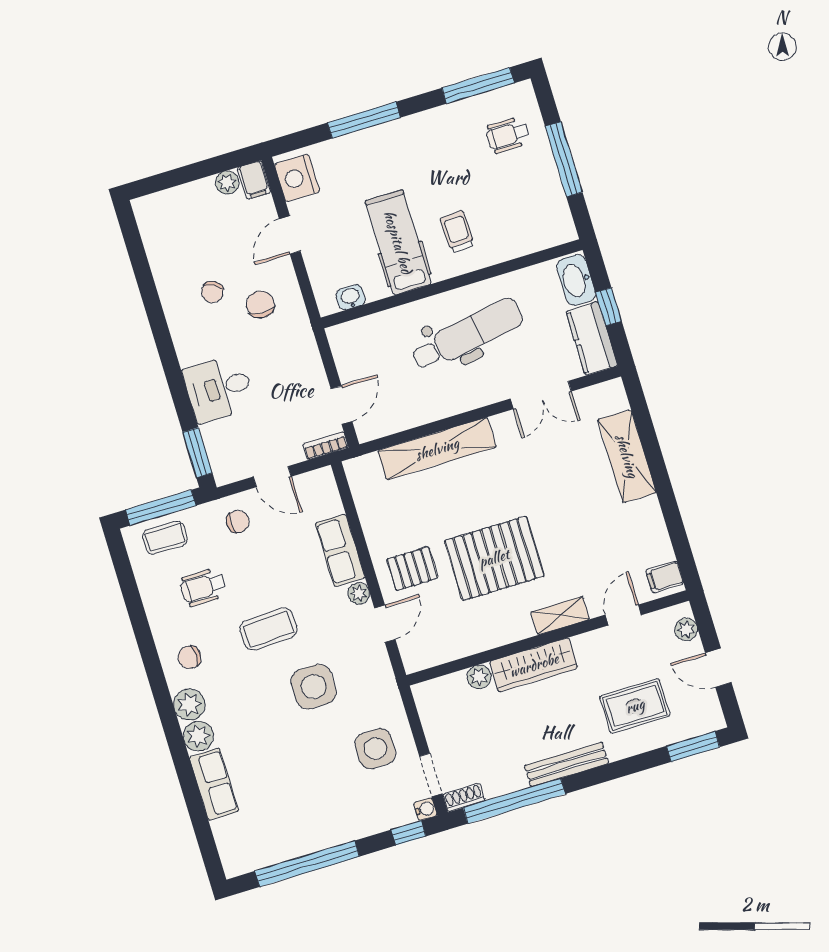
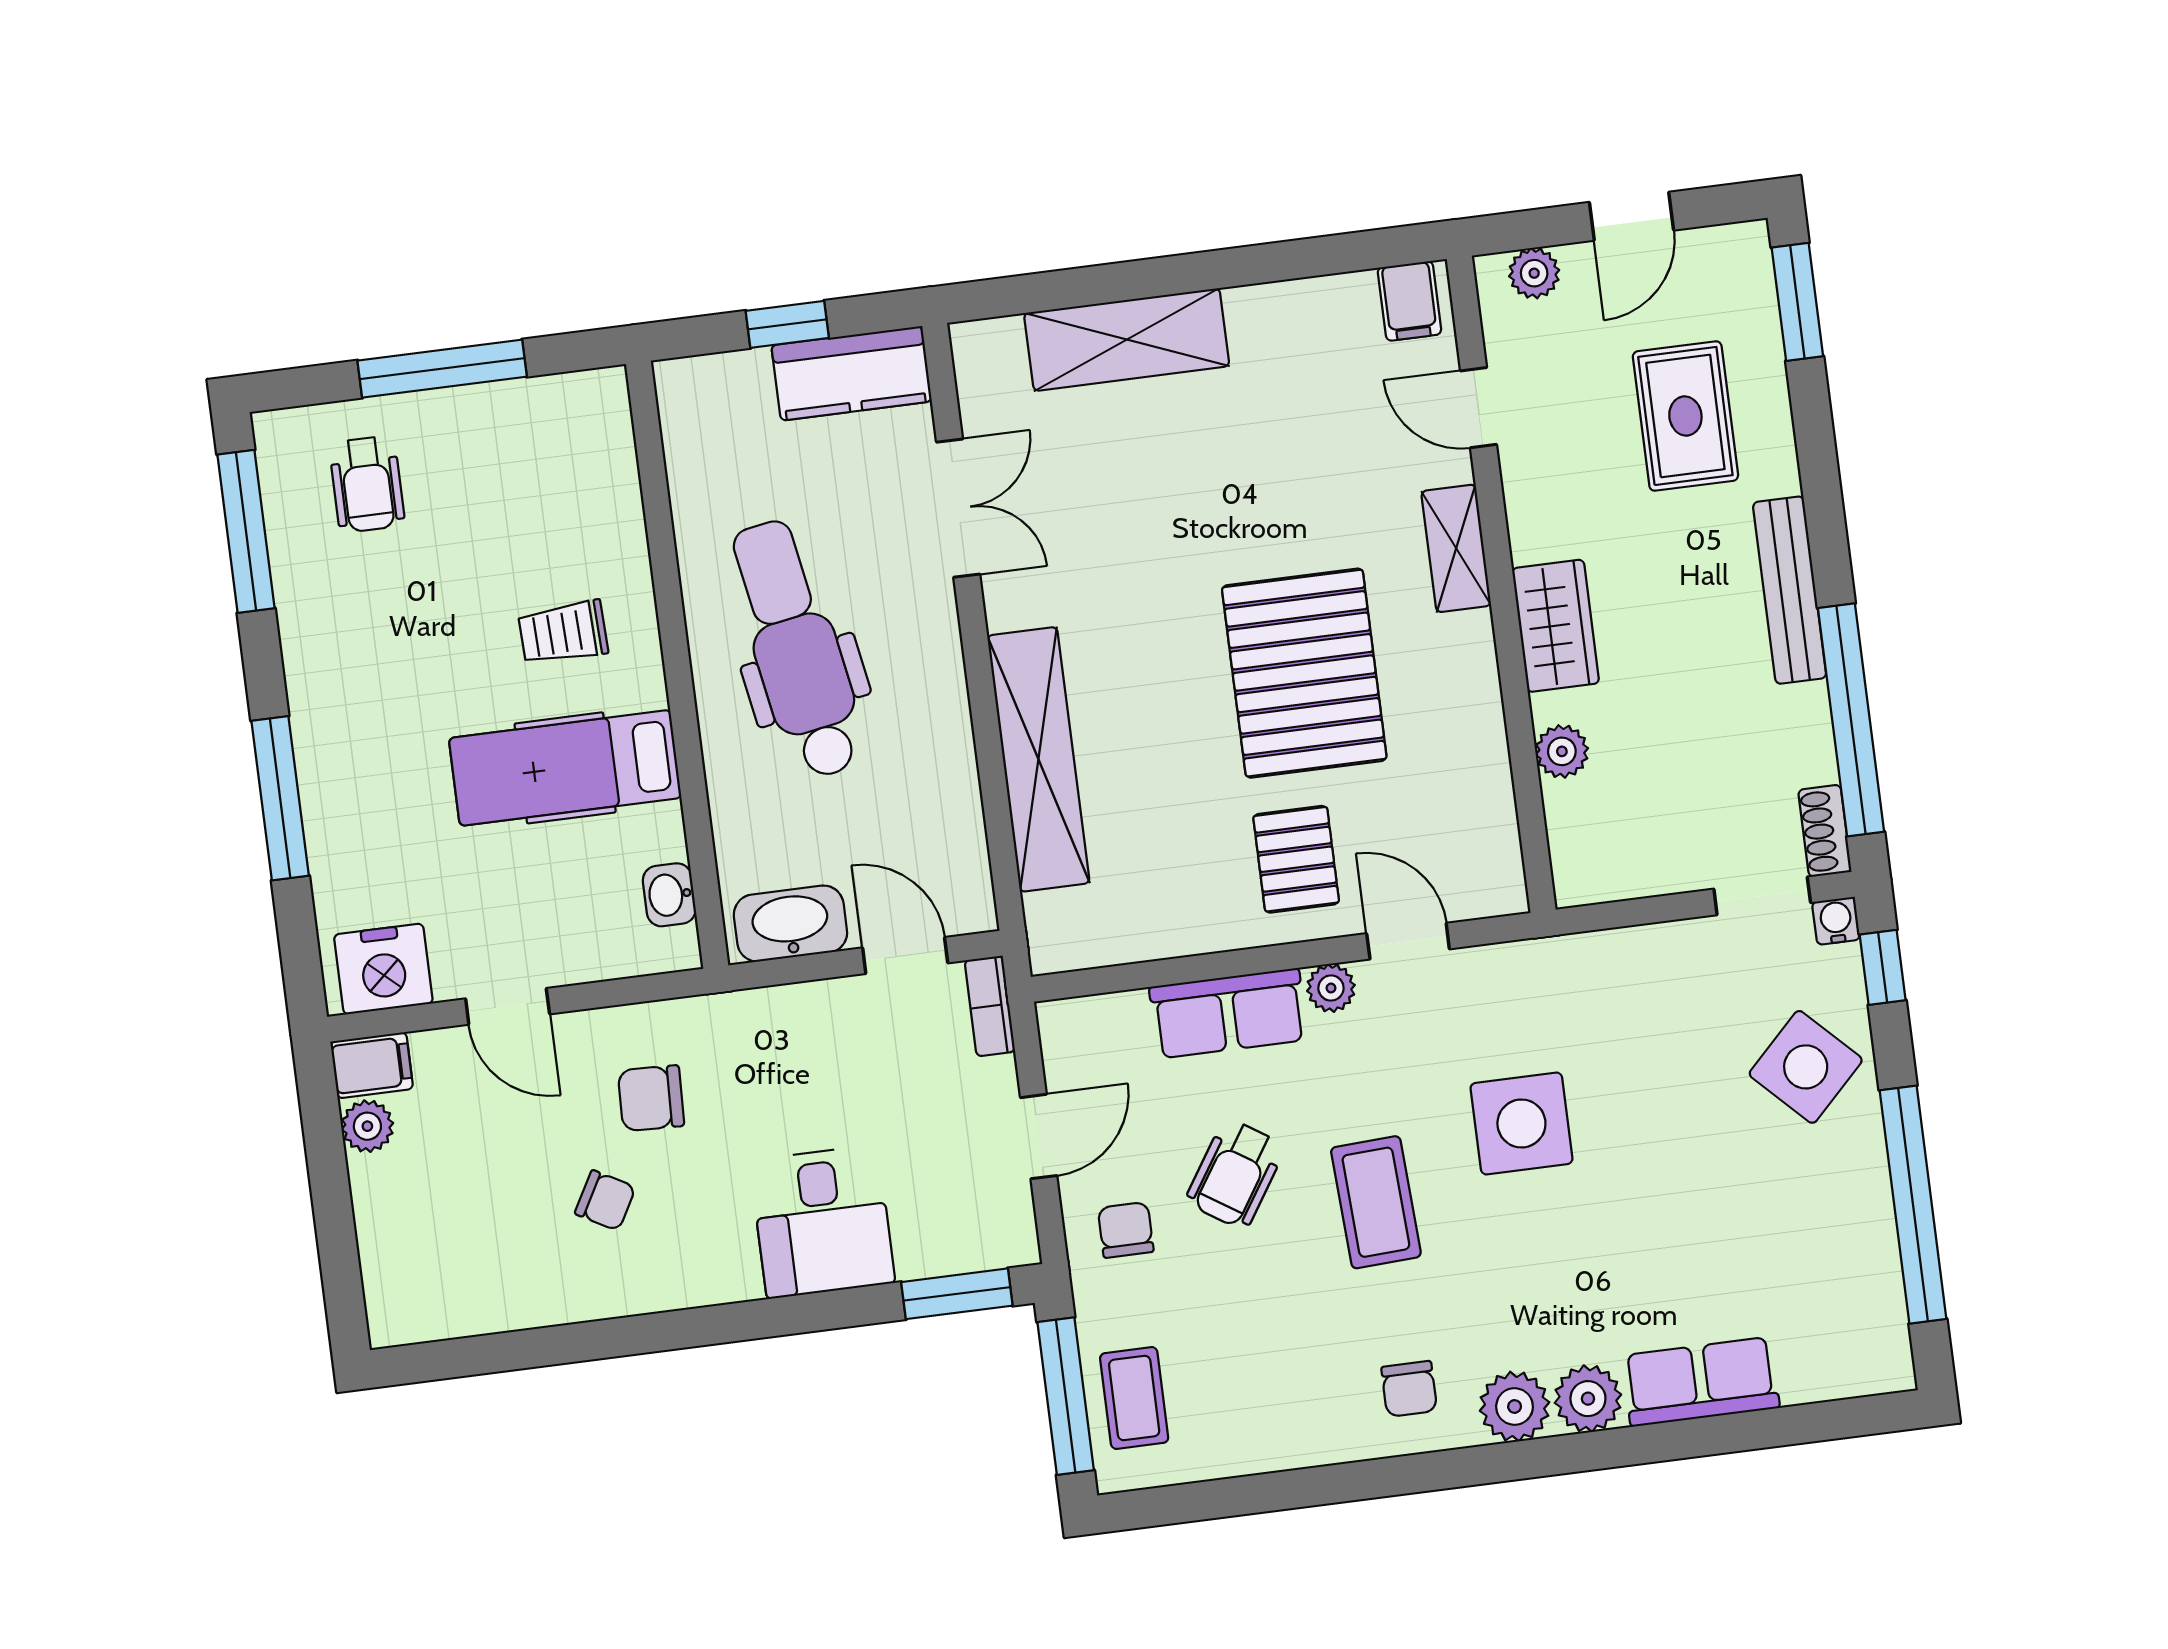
washbasin: (576, 280) -> (790, 924), moved, turned 180
wheelchair: (203, 587) -> (1235, 1174), moved, turned 33
wardrobe: (534, 665) -> (1556, 626), width x0.67
side table: (375, 749) -> (1806, 1067), moved, turned 45

